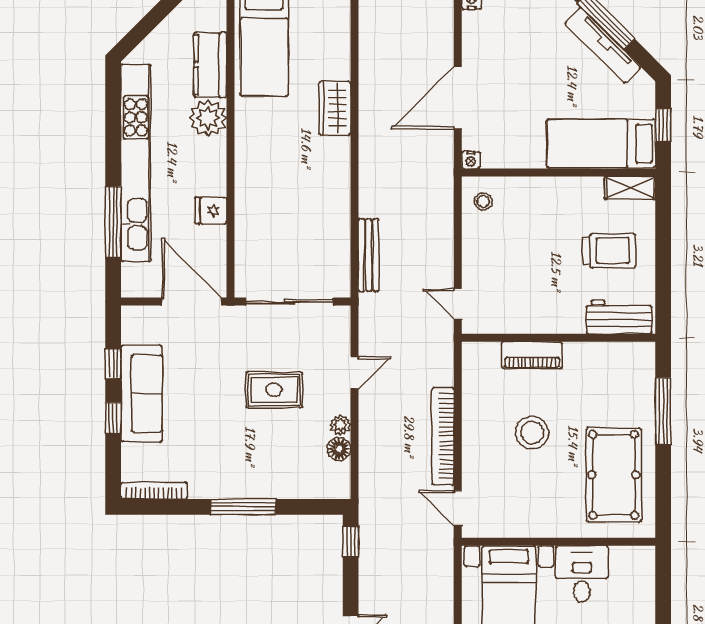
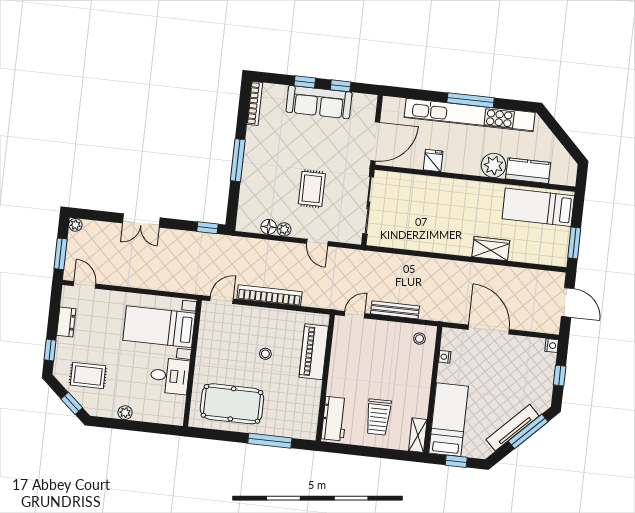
nightstand: (471, 160) -> (445, 357), moved
window: (113, 222) -> (471, 100), moved
bench: (369, 255) -> (395, 310), moved
piano: (532, 355) -> (314, 352), width x1.37, depth x1.33
stool: (532, 433) -> (265, 354), width x0.53, depth x0.53

